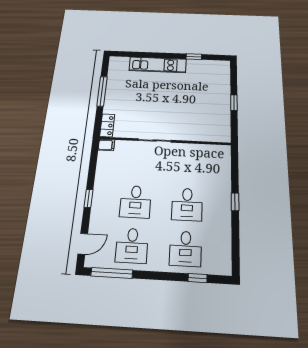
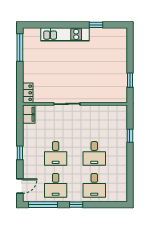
window: (102, 91) -> (20, 47), moved
window: (234, 103) -> (130, 80), moved
filing cabinet: (106, 145) -> (29, 114), width x2.00
window: (235, 202) -> (130, 136), moved
window: (198, 278) -> (76, 205), moved

